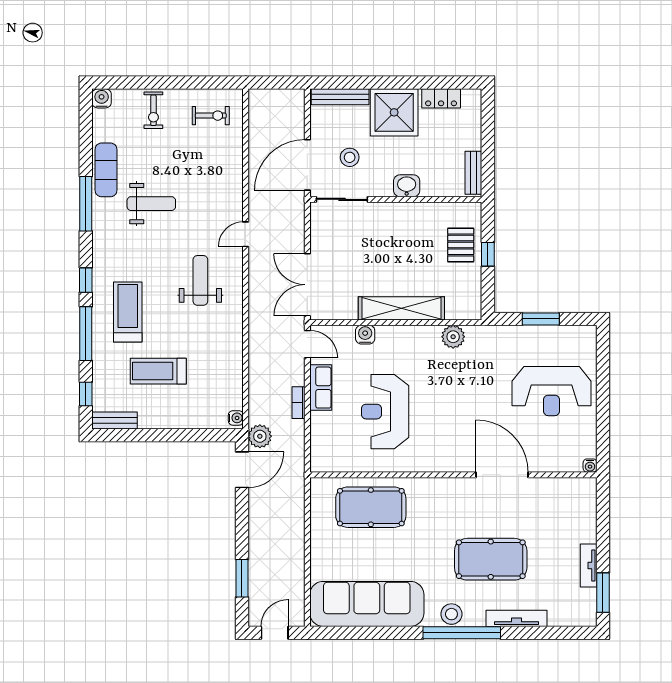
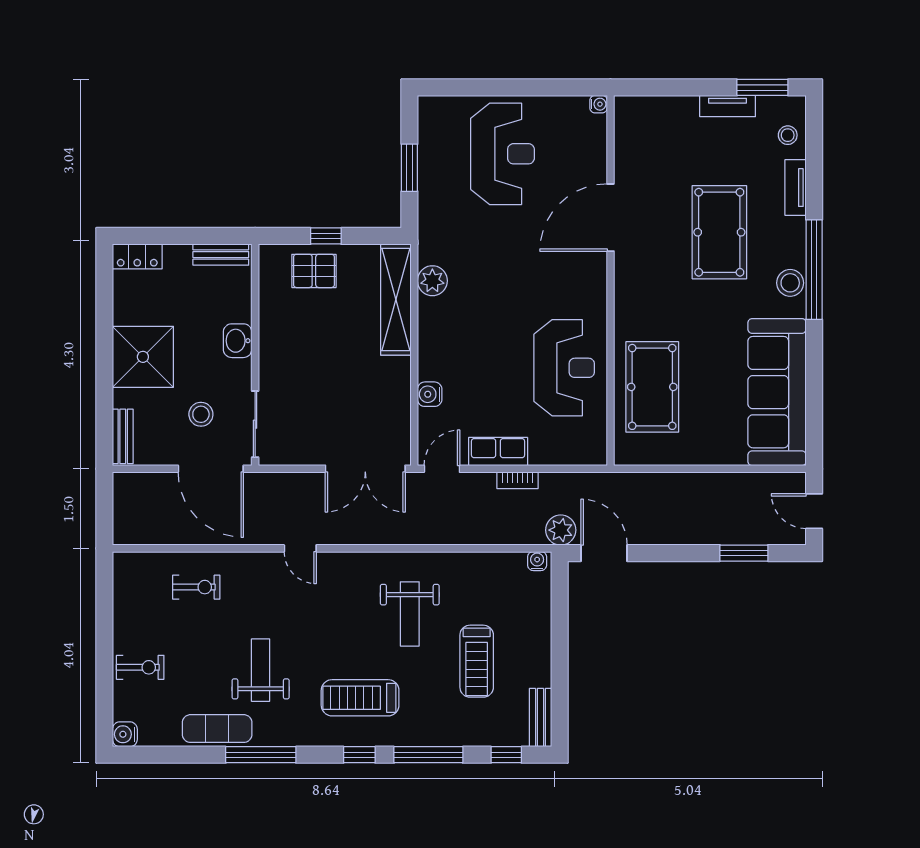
bench: (340, 97) -> (123, 436), width x0.73
locker: (441, 98) -> (137, 256), moved, turned 90
exercise bike: (211, 116) -> (196, 587), moved, turned 90
weight bench: (200, 280) -> (410, 614), moved, turned -90
shelving: (401, 308) -> (396, 299), moved
treadmill: (128, 312) -> (360, 698), moved
reception desk: (385, 412) -> (564, 368), moved, turned -90
stool: (566, 612) -> (788, 135), added
tv unit: (517, 618) -> (796, 188), width x0.71

